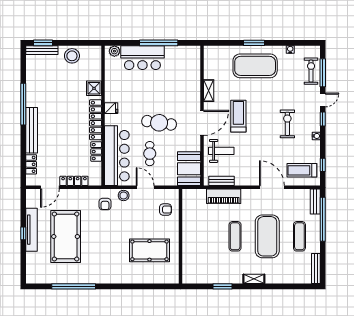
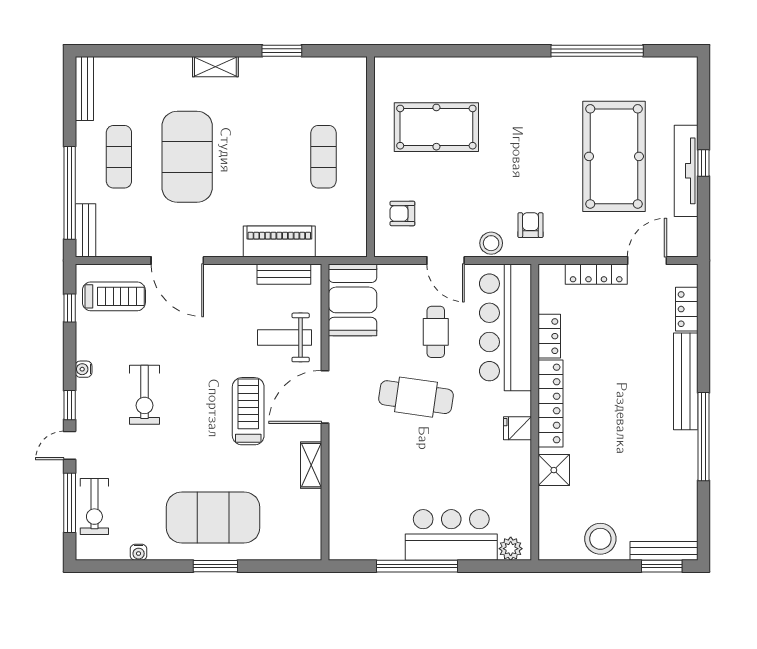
treadmill: (238, 116) -> (248, 411), turned 180
exercise mat: (235, 236) -> (323, 157), moved

